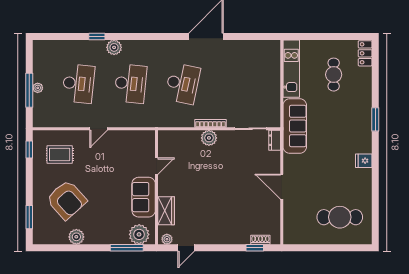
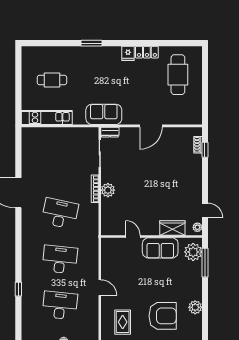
plant: (114, 47) -> (28, 274), removed
locker: (365, 53) -> (147, 52), moved
sofa: (295, 126) -> (104, 114), width x0.73
armchair: (67, 200) -> (163, 316), turned 42

